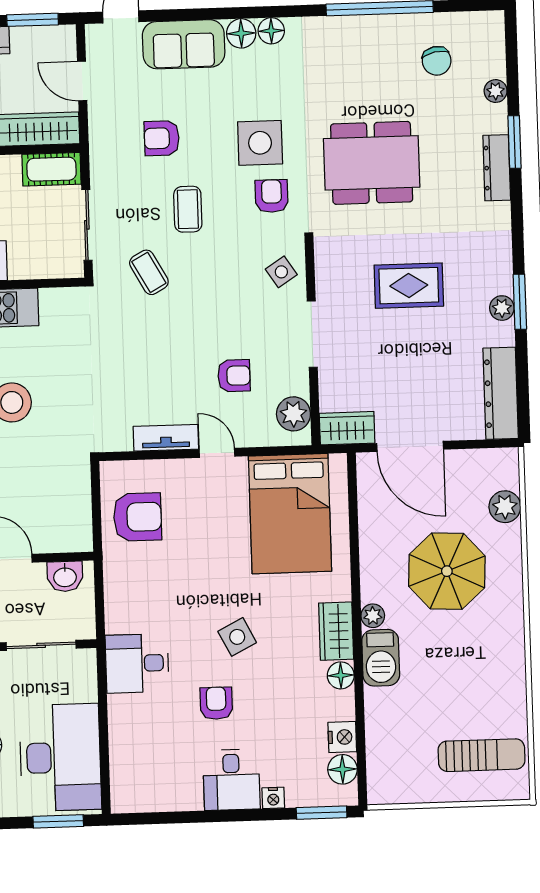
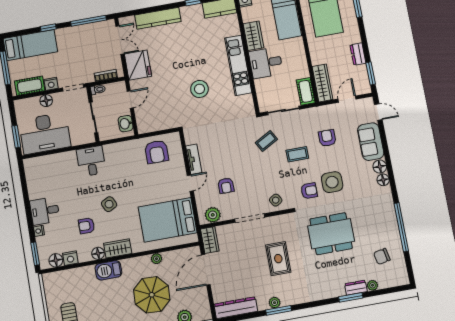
dining table: (372, 163) -> (331, 234), turned 90
dresser: (497, 168) -> (356, 288), moved, width x0.70
plant: (373, 616) -> (157, 259), moved
armchair: (216, 703) -> (86, 226), moved, turned 180

